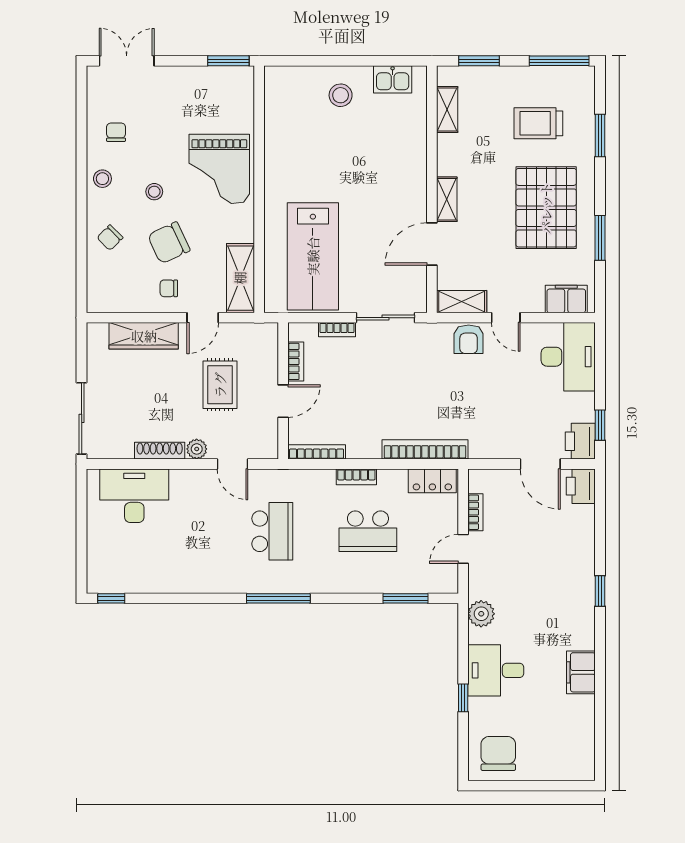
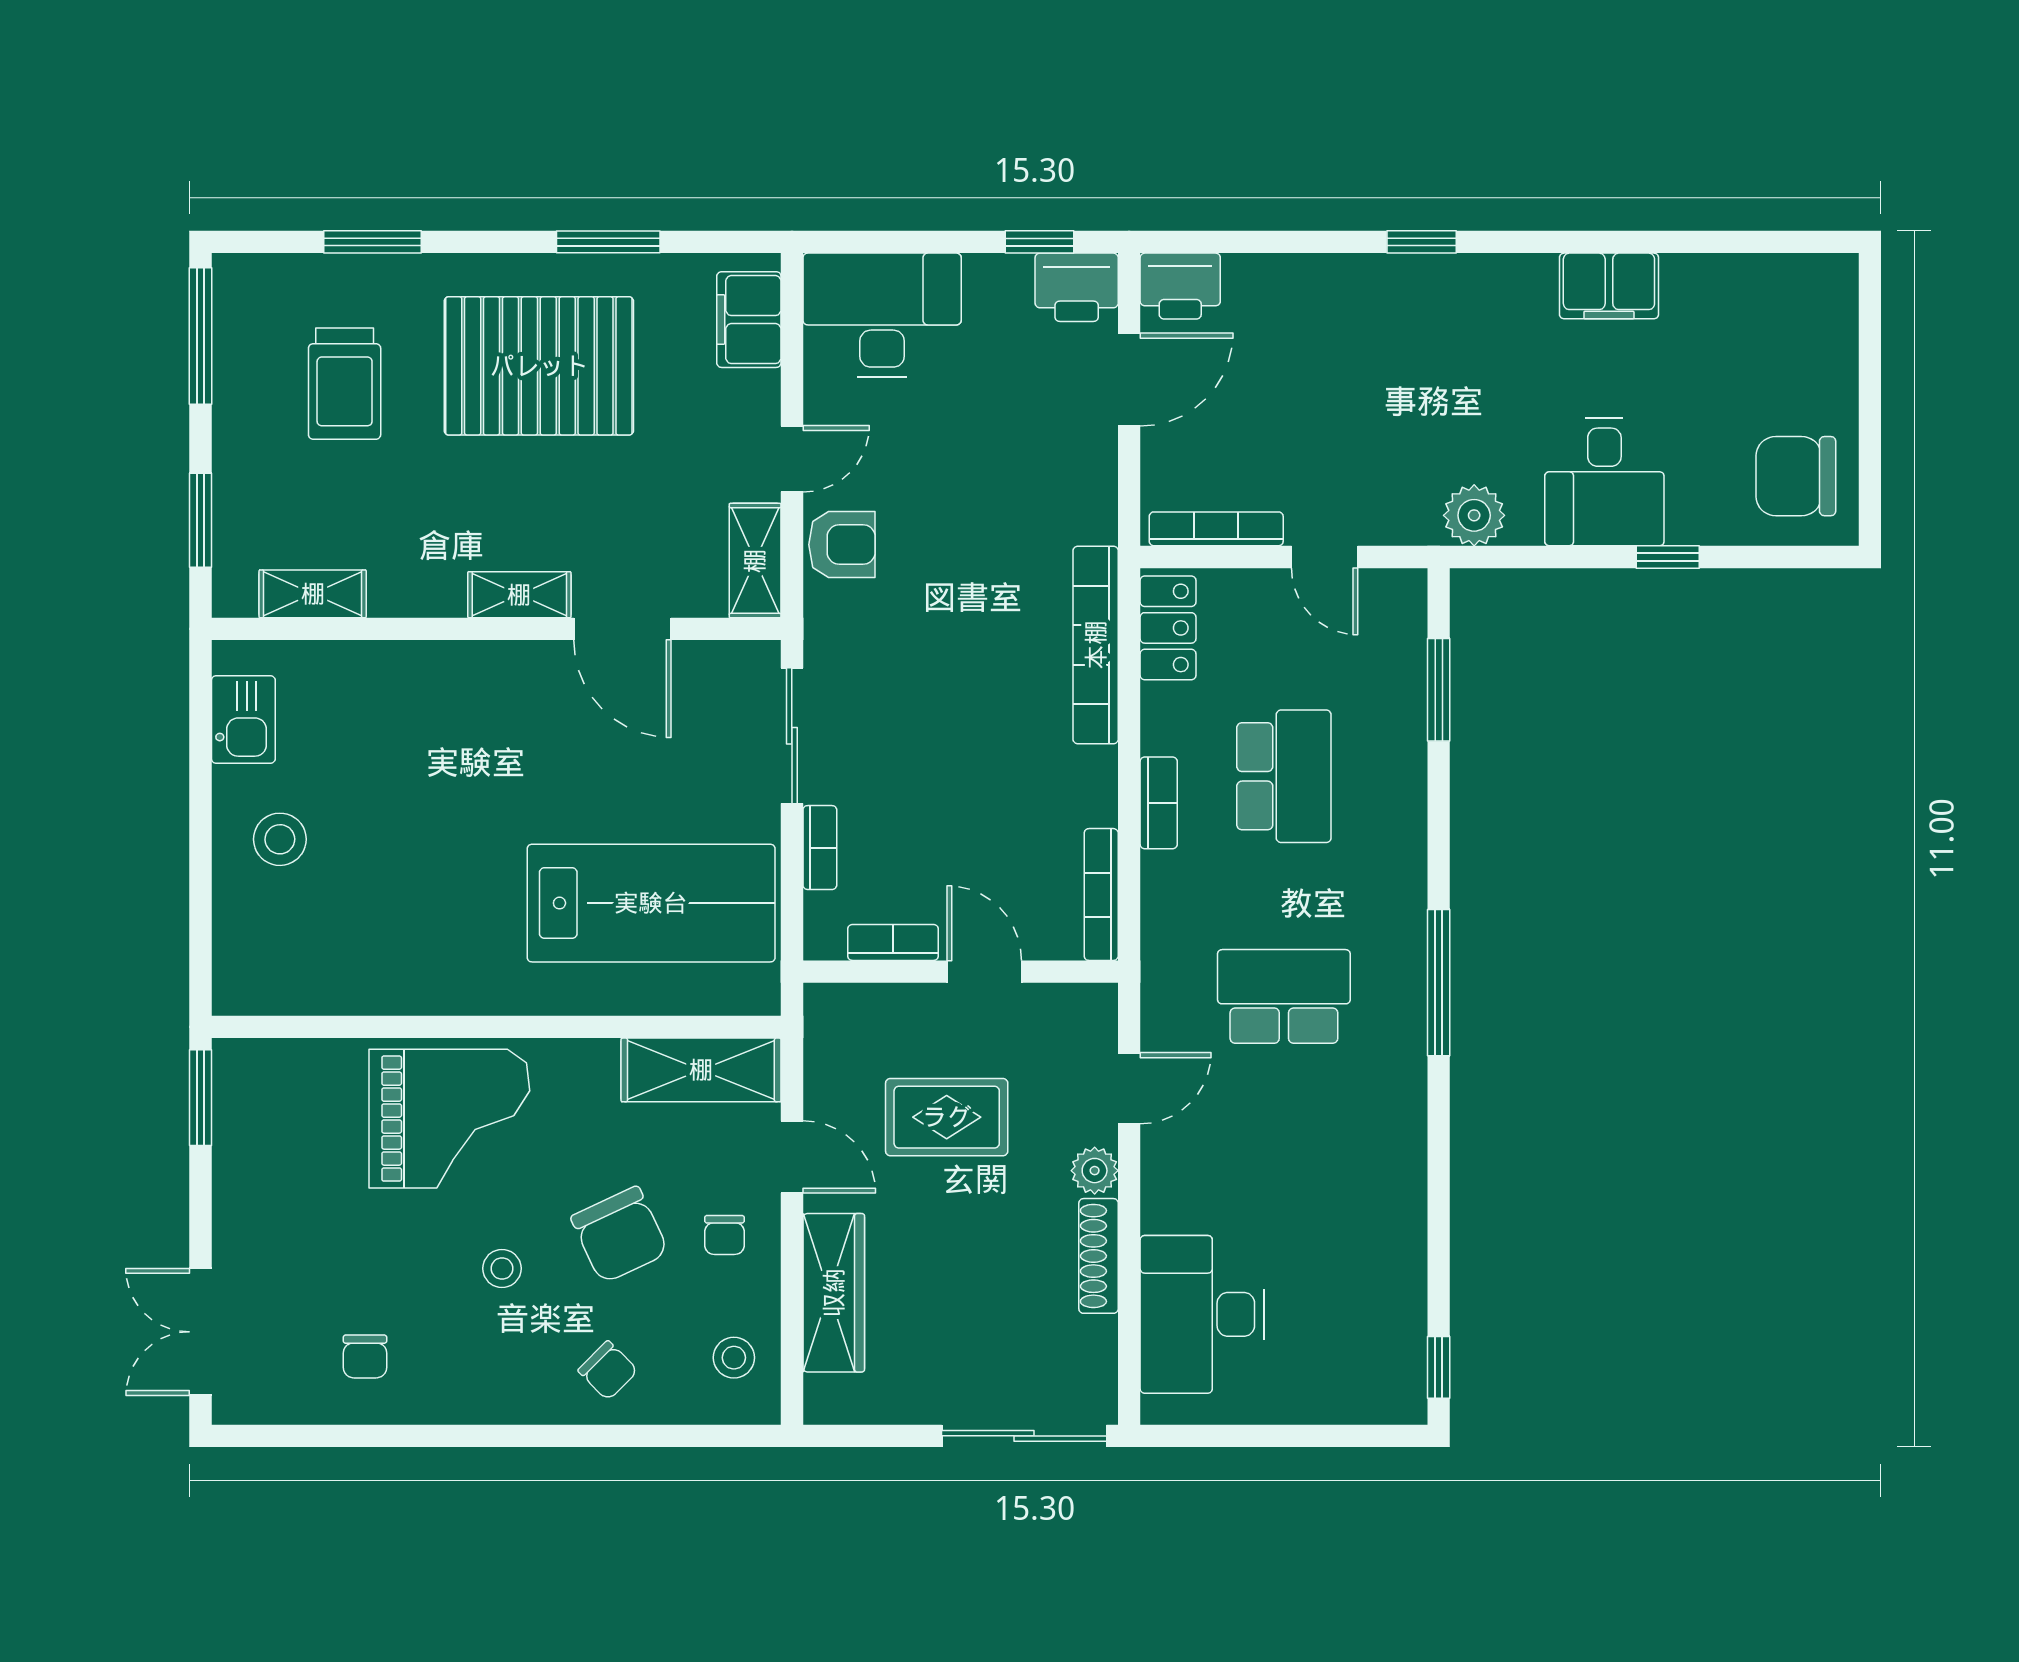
chair: (116, 132) -> (365, 1356), turned -90
stool: (102, 179) -> (734, 1358), moved
bookcase: (475, 512) -> (1216, 529), width x1.56

